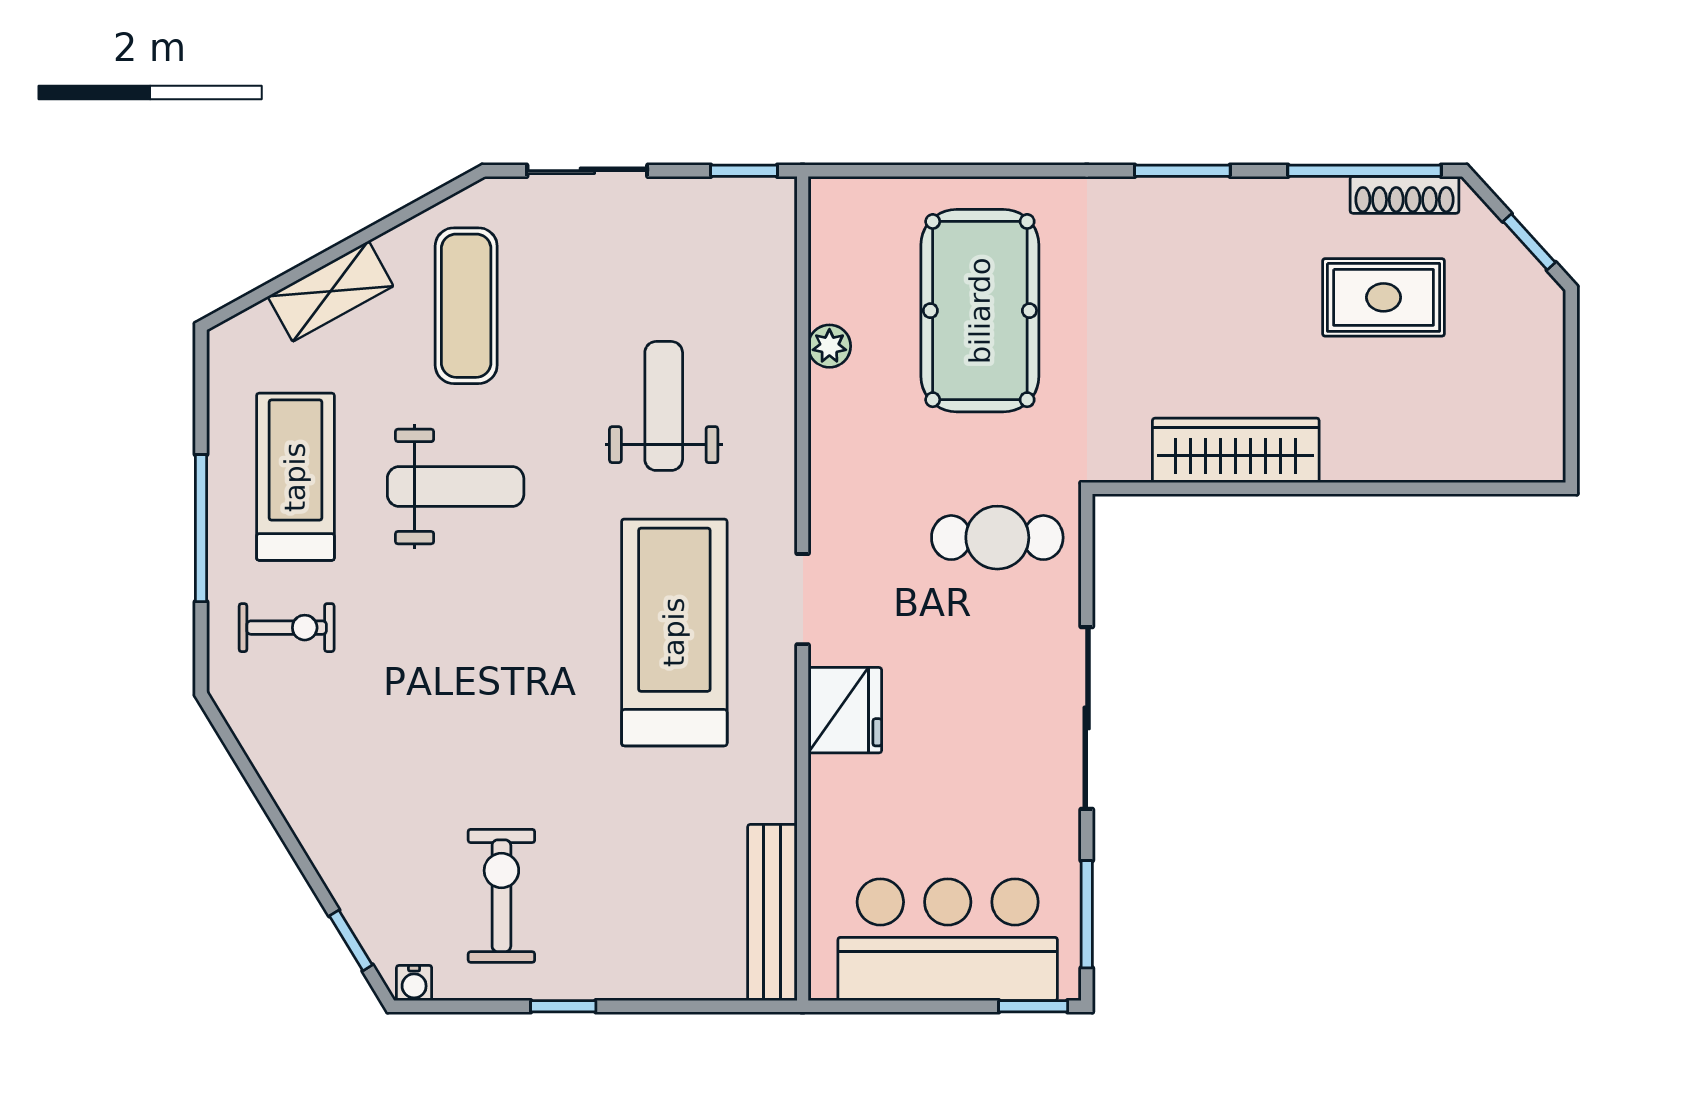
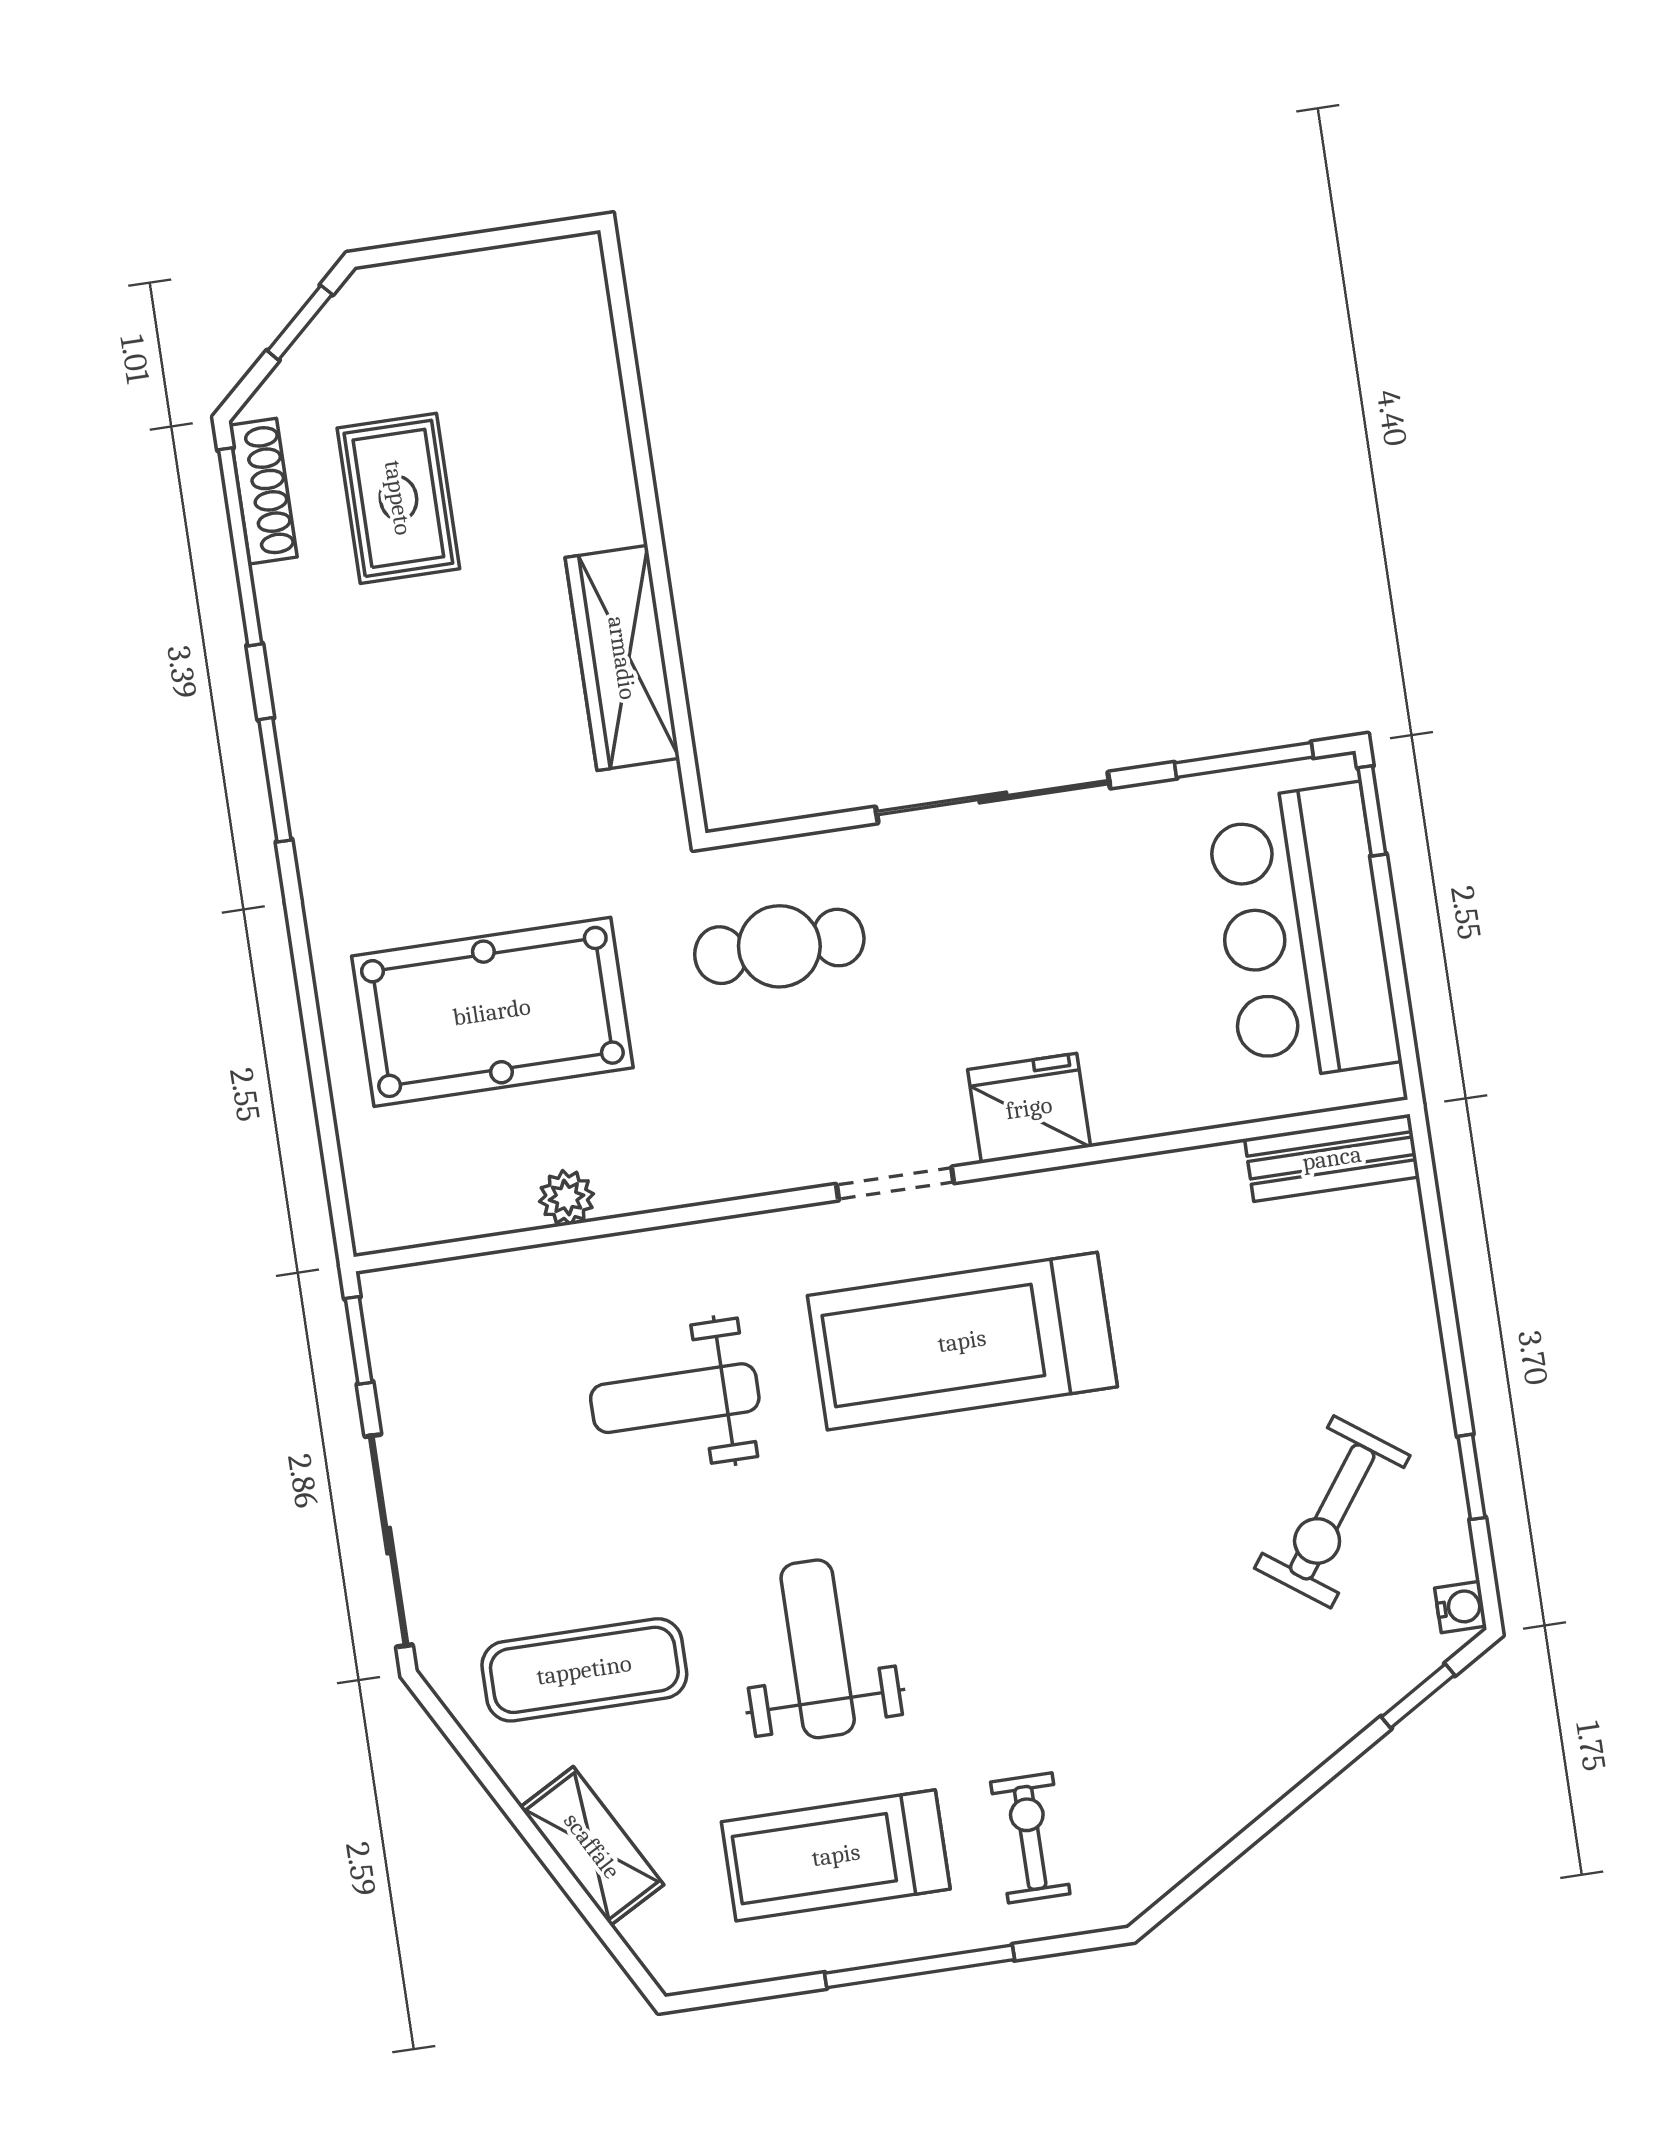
sliding door: (587, 171) -> (389, 1541), width x1.37
cafe table: (997, 538) -> (779, 946), turned 90
exercise bike: (501, 896) -> (1332, 1512), turned -54
bench: (772, 913) -> (1332, 1158), width x0.73
window: (563, 1006) -> (1471, 1477), moved

